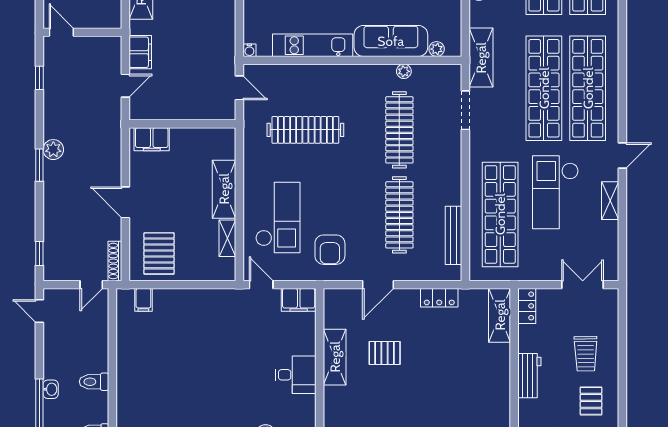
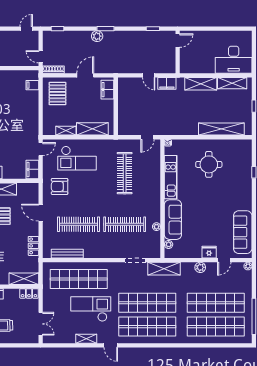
wall: (182, 124) -> (116, 106), moved
filing cabinet: (152, 139) -> (107, 90), moved
plant: (53, 150) -> (97, 36), moved
pallet: (159, 253) -> (57, 94), turned 90

